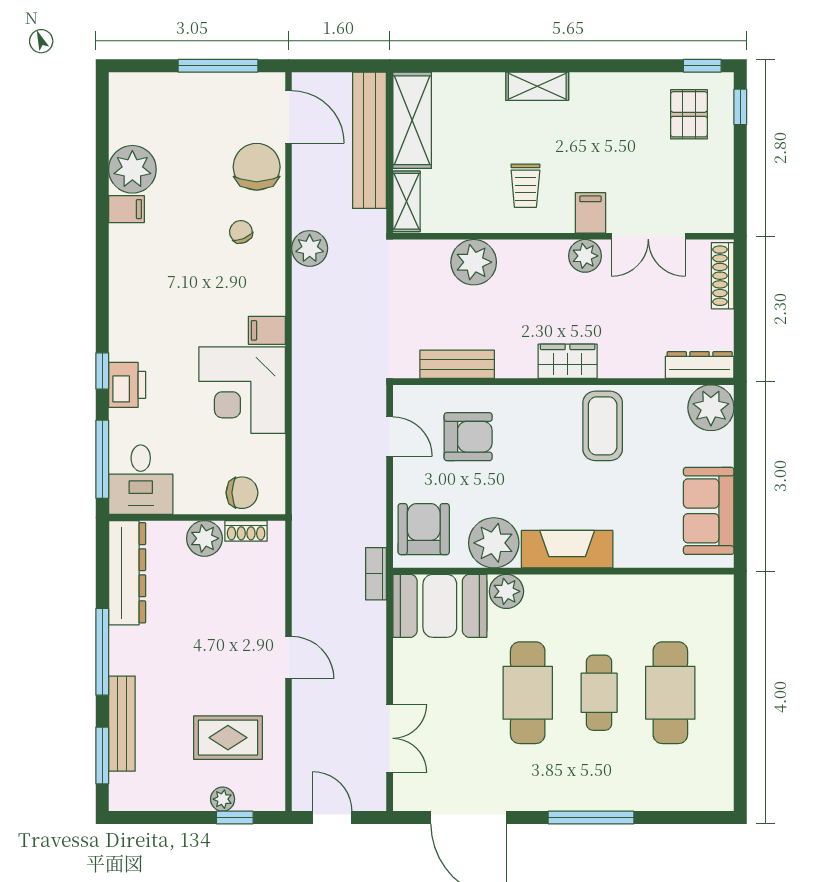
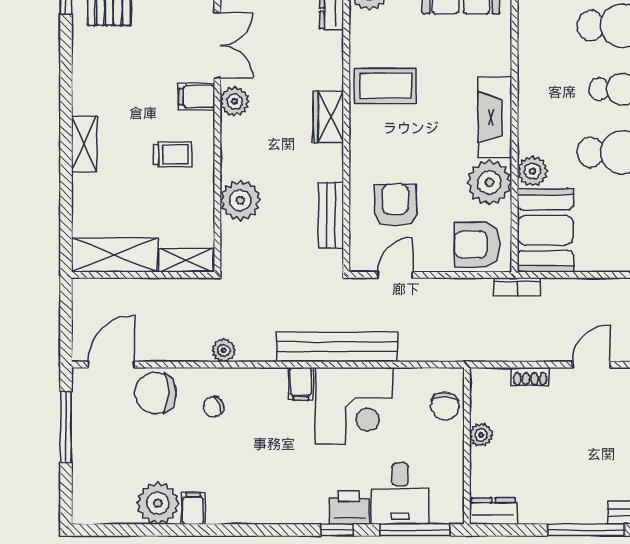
bench: (370, 140) -> (337, 347), moved
plant: (310, 248) -> (224, 350), width x0.73, depth x0.73
desk: (141, 480) -> (400, 494), moved, turned 90
chair: (242, 493) -> (445, 406), turned 180
shoe rack: (246, 531) -> (530, 376), moved, turned 90
plant: (204, 538) -> (481, 435), width x0.73, depth x0.73
dresser: (127, 573) -> (493, 511), width x0.51, depth x0.80

